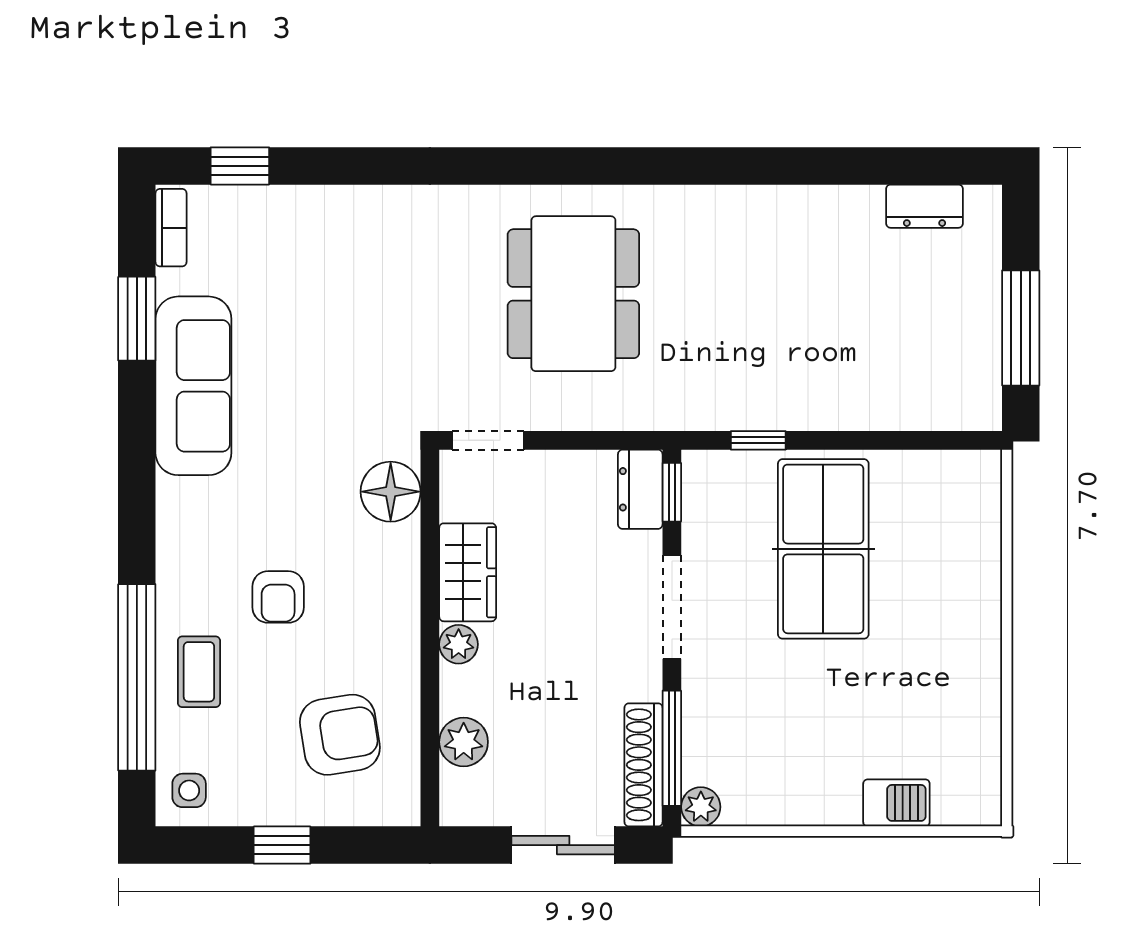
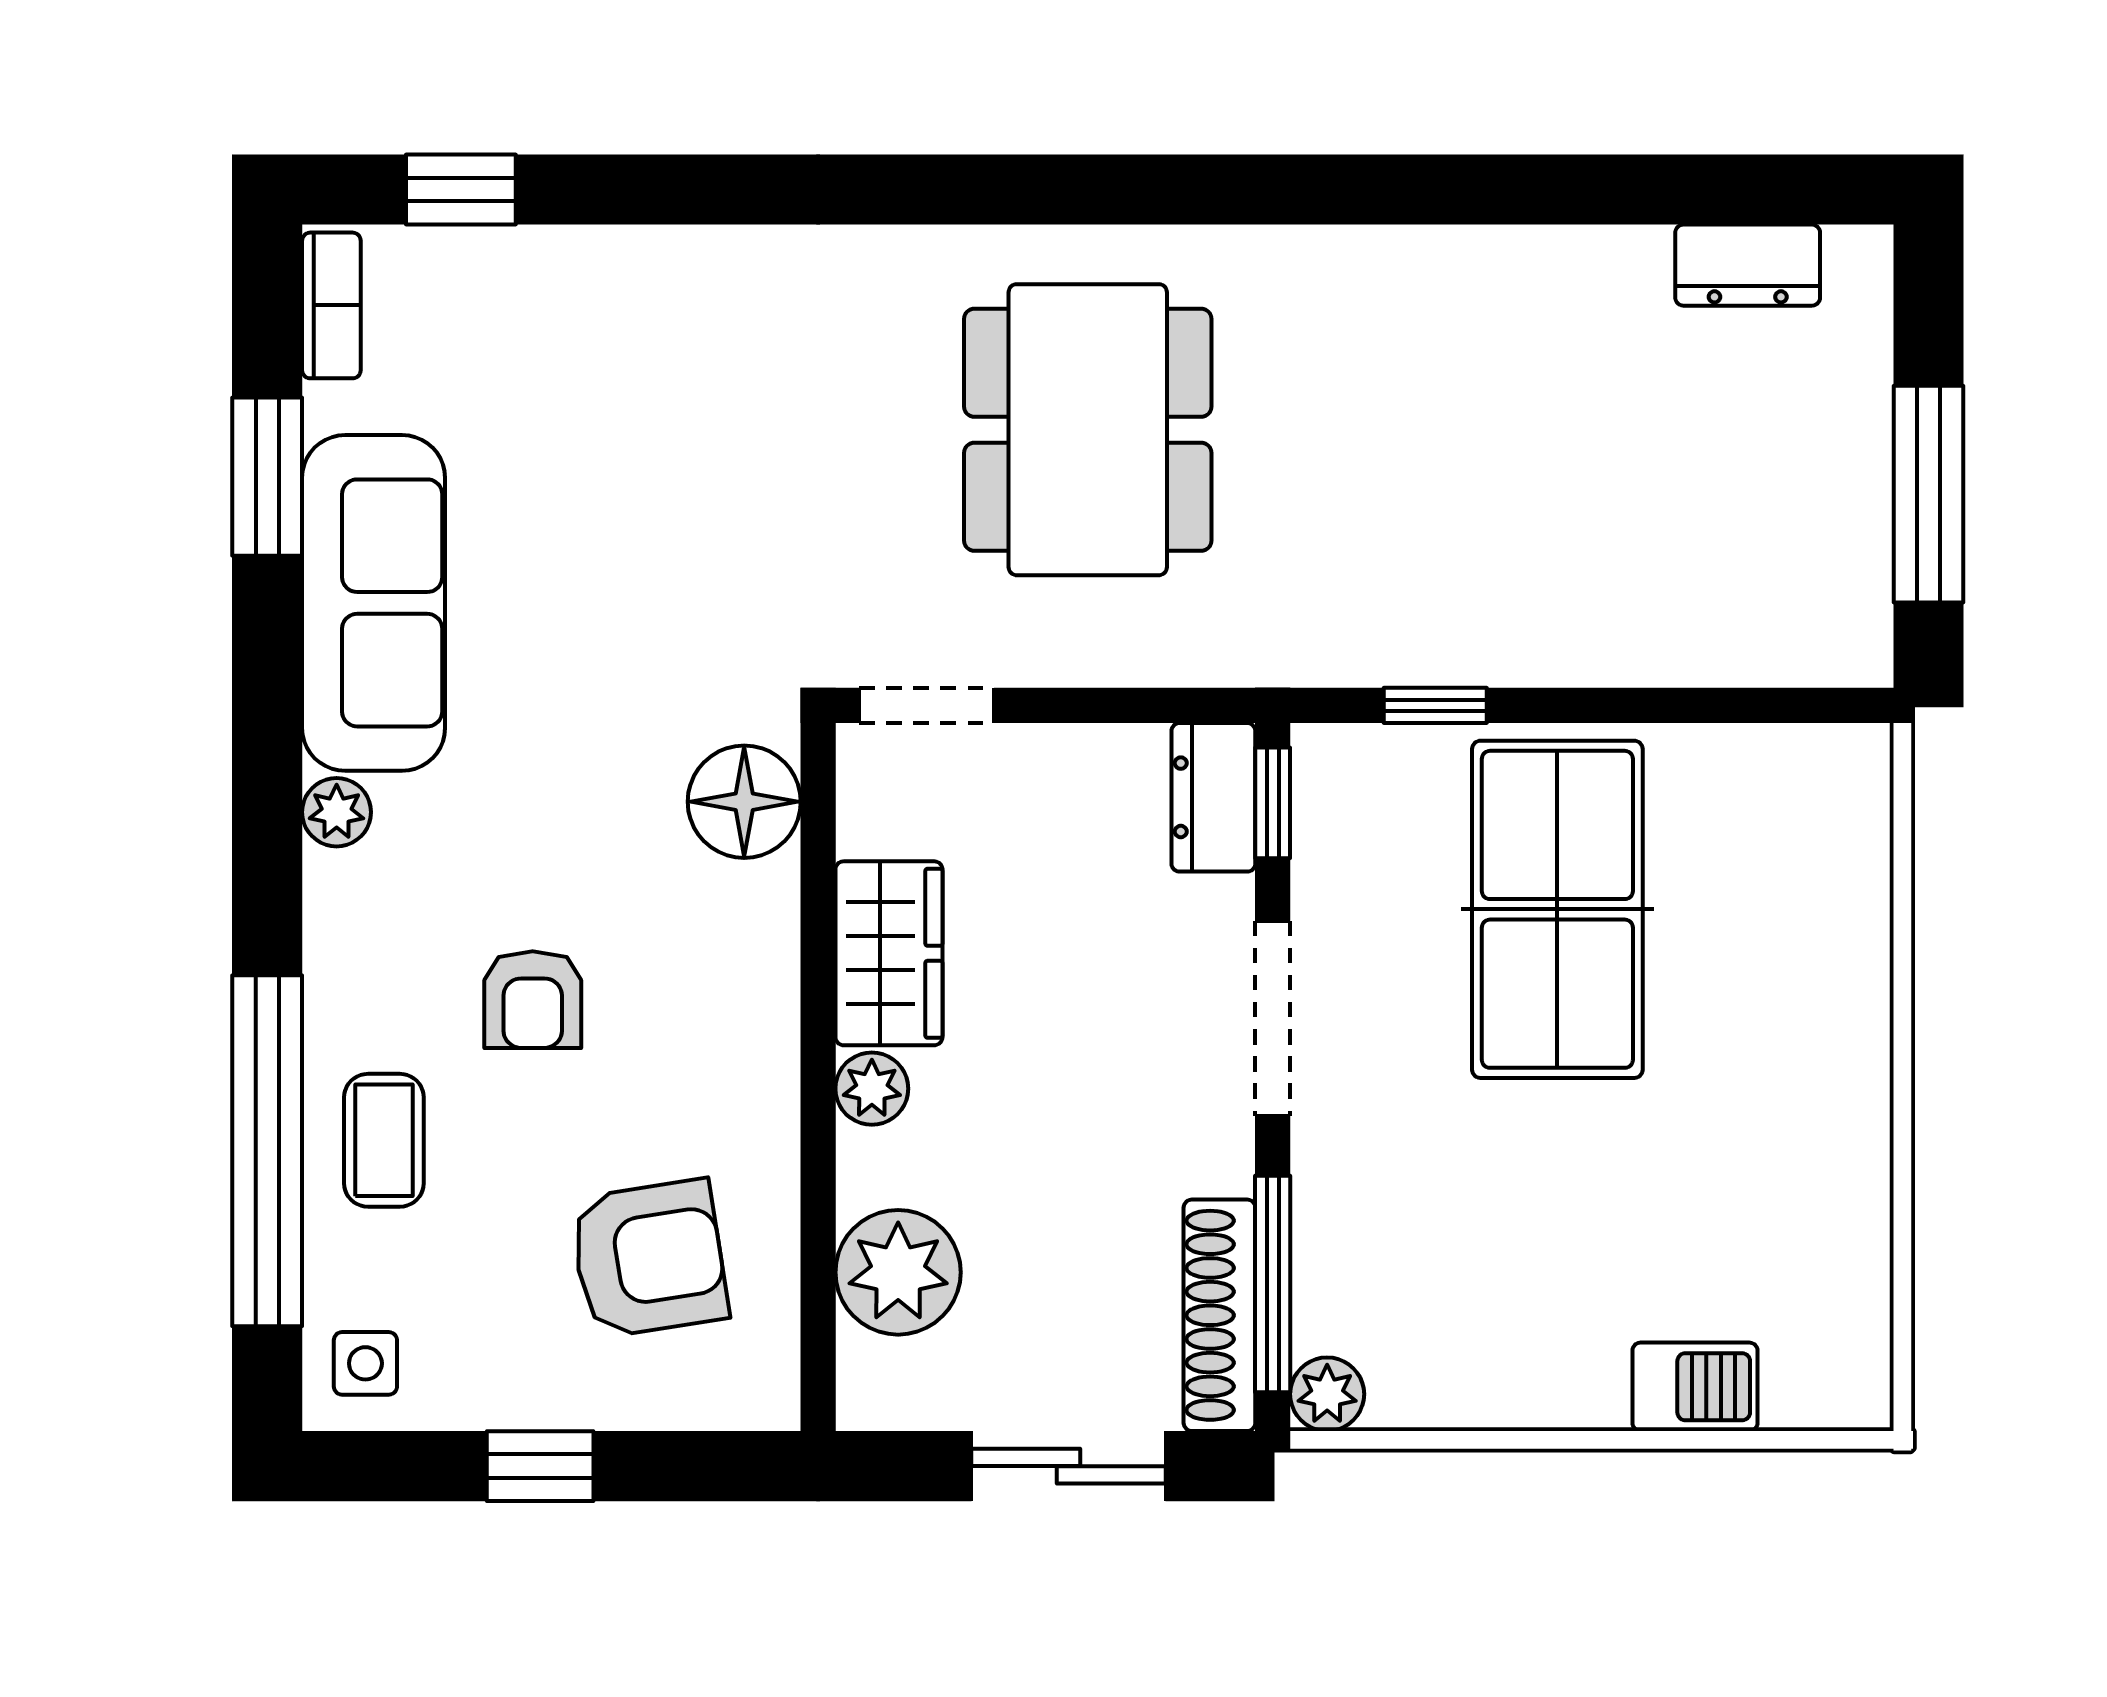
plant: (174, 497) -> (337, 812), added
plant: (464, 742) -> (898, 1272), width x1.36, depth x1.36

